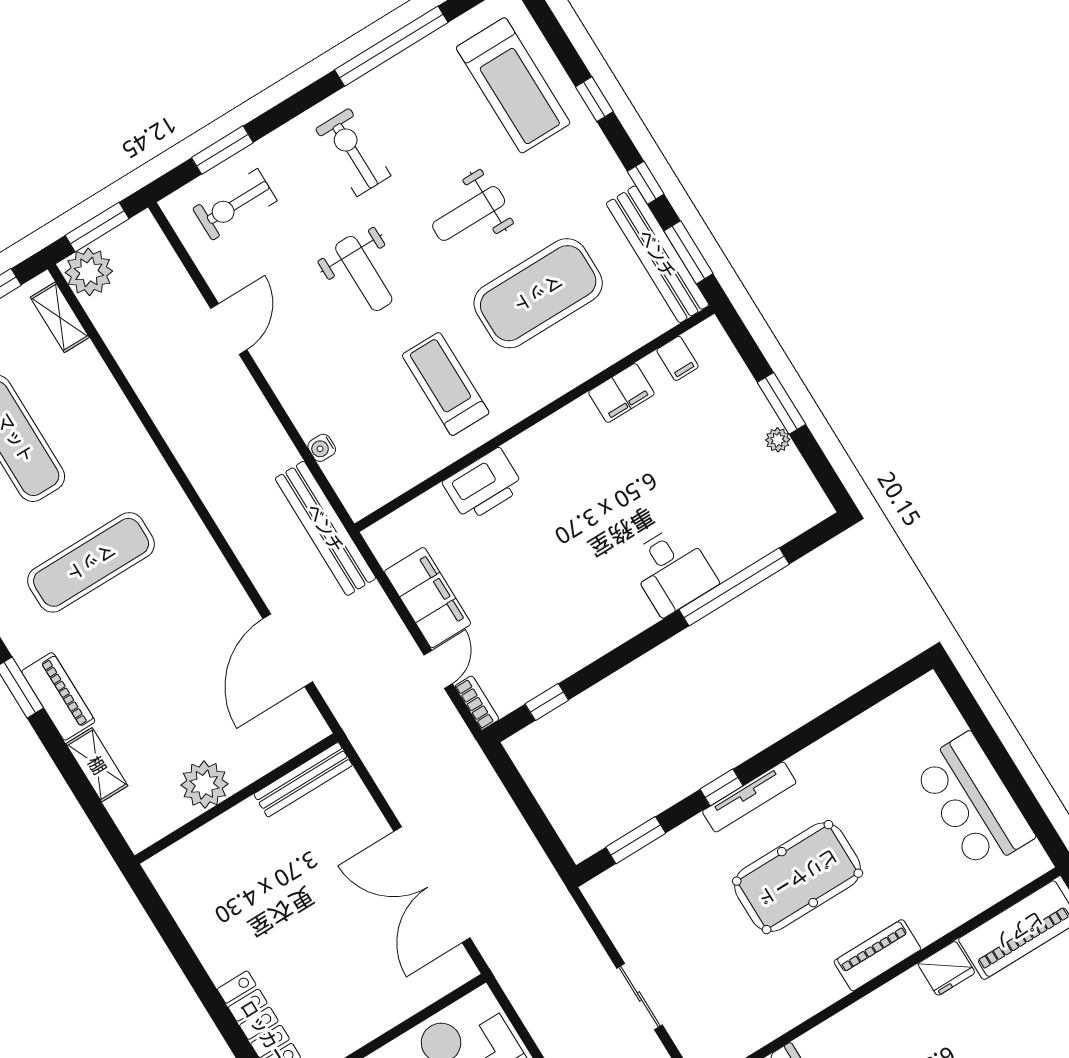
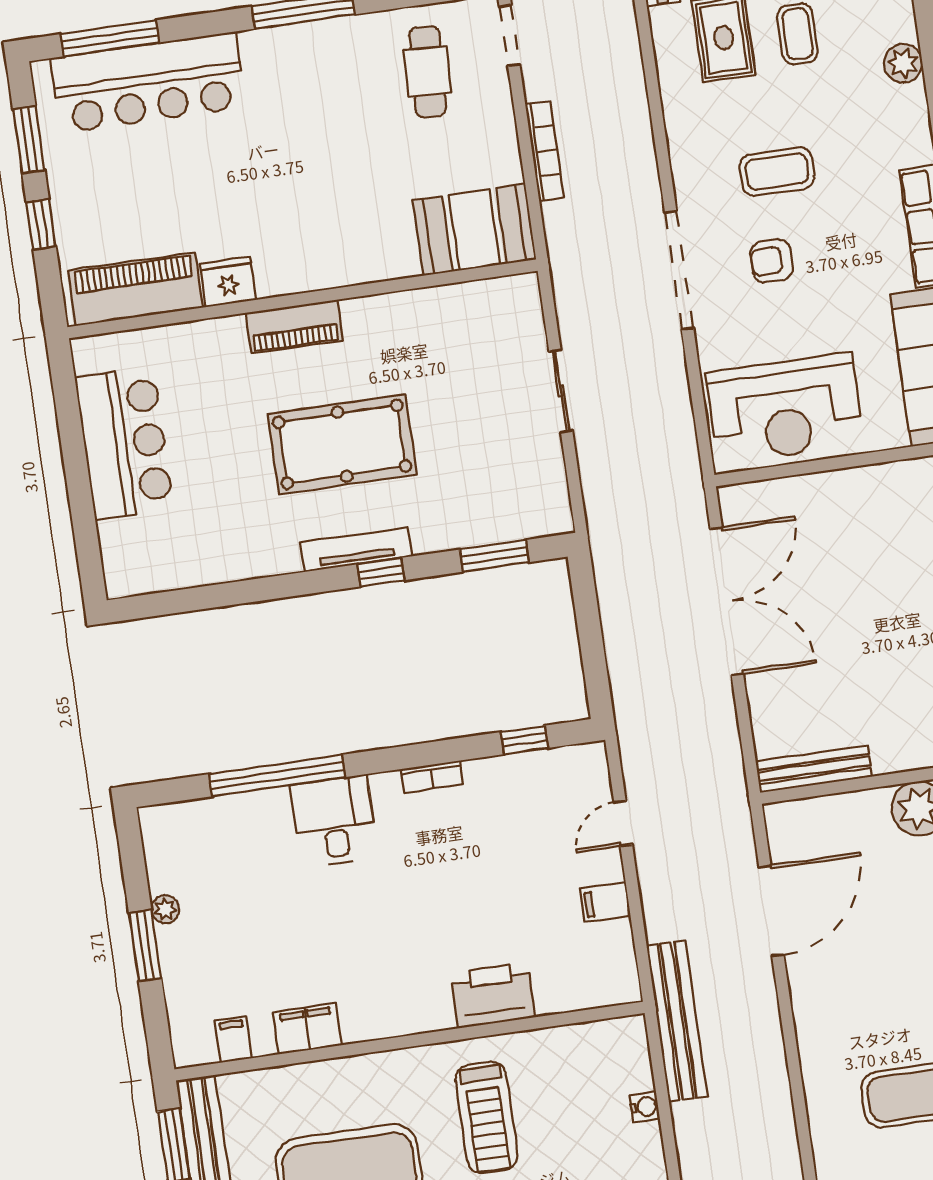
filing cabinet: (428, 598) -> (605, 902), width x0.33, depth x0.86
bookcase: (477, 703) -> (432, 777), moved, turned -90

